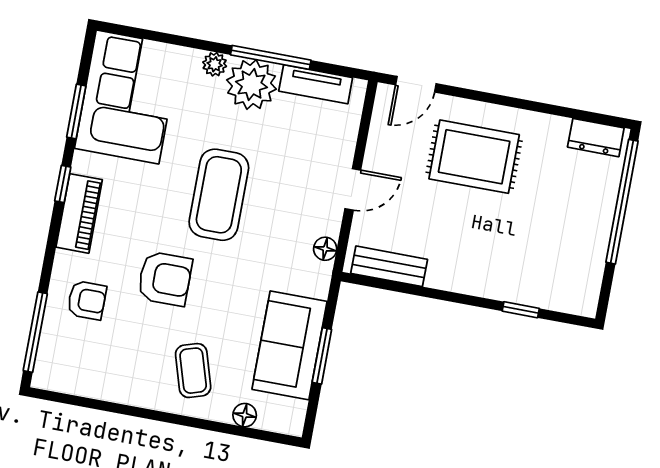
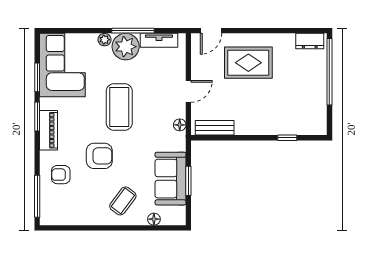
window: (63, 184) -> (37, 116), width x1.50
armchair: (87, 300) -> (61, 175), turned 180
coffee table: (193, 371) -> (123, 201), turned 54

